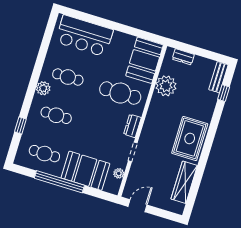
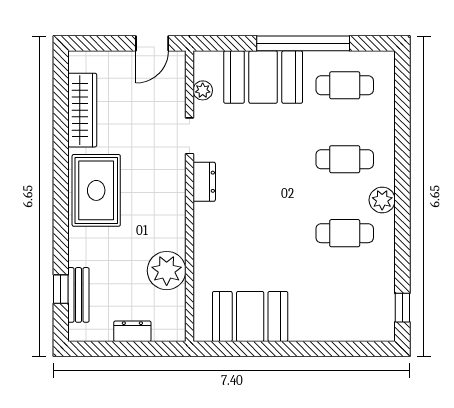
bar counter: (84, 36) -> (338, 315), removed
dresser: (183, 57) -> (132, 331), moved
booth: (145, 60) -> (250, 317), moved, turned 90
bench: (218, 77) -> (78, 295), moved
cafe table: (120, 93) -> (243, 233), removed
window: (20, 125) -> (402, 308), moved

